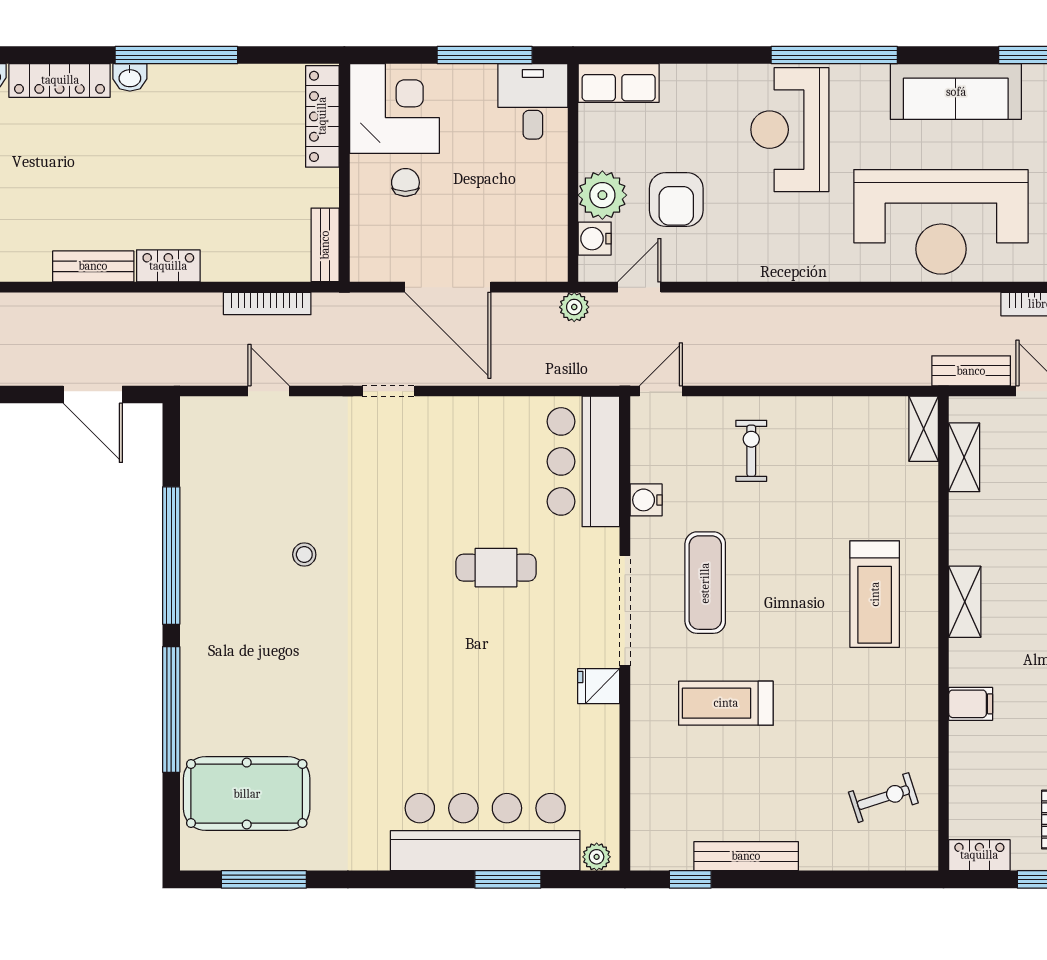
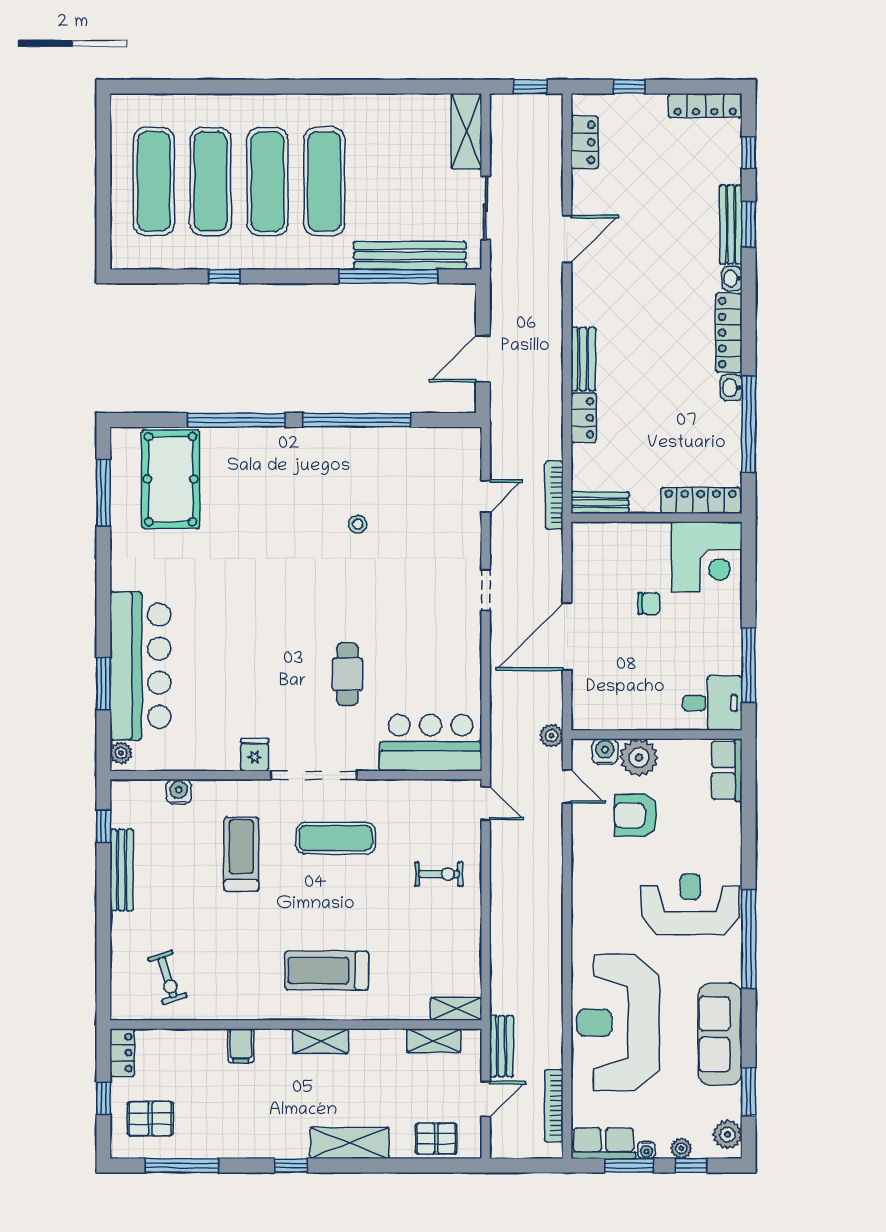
corner desk: (394, 109) -> (707, 557), moved
locker: (322, 116) -> (701, 500), moved
wall: (344, 173) -> (656, 518), moved
bench: (325, 245) -> (600, 503), moved
water cooler: (646, 500) -> (179, 792), moved

